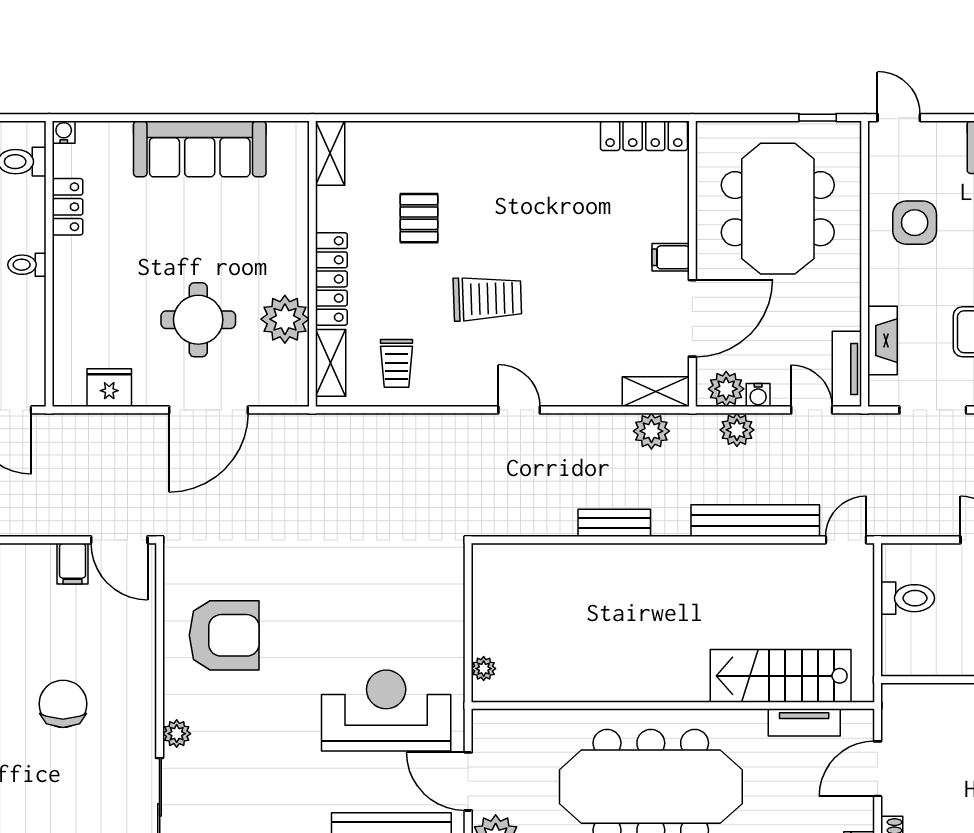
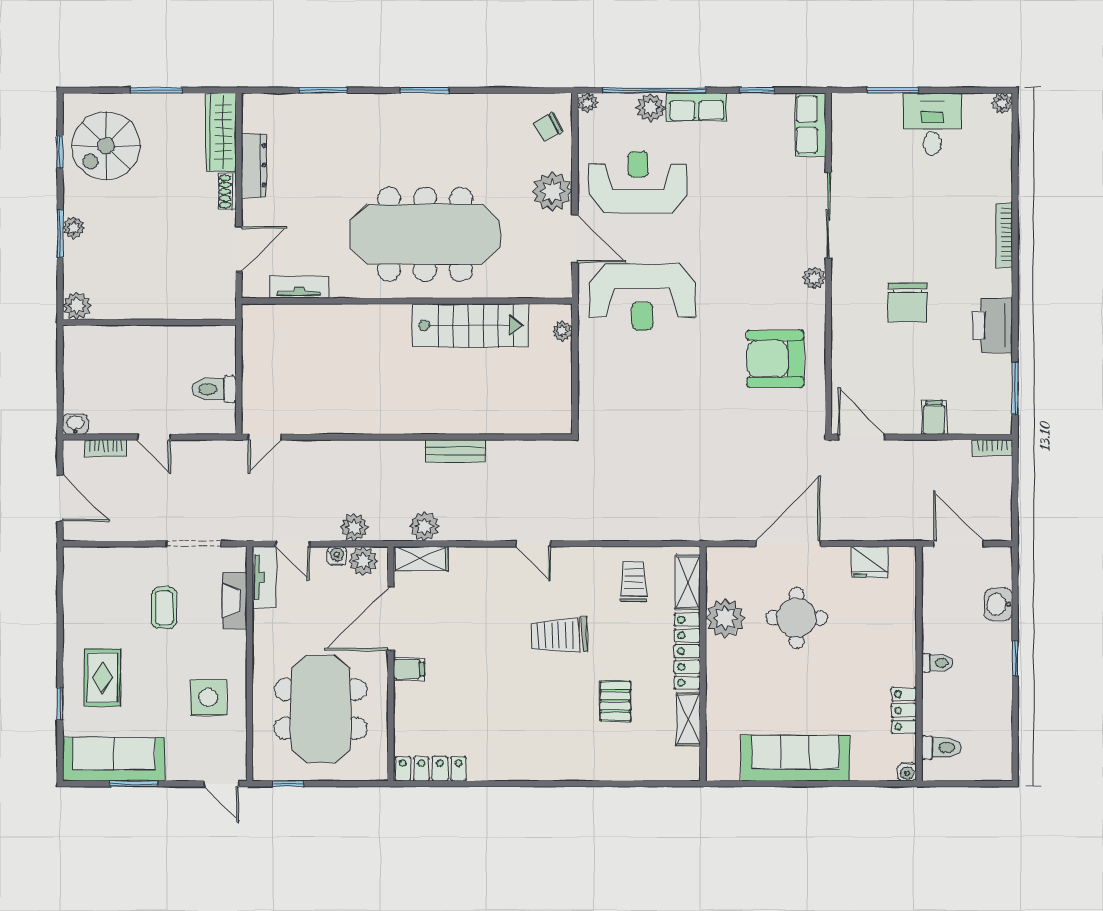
shelving: (330, 153) -> (688, 719), moved
bench: (755, 521) -> (339, 453), removed
filing cabinet: (73, 564) -> (934, 417), moved
stairs: (781, 676) -> (470, 325), moved

